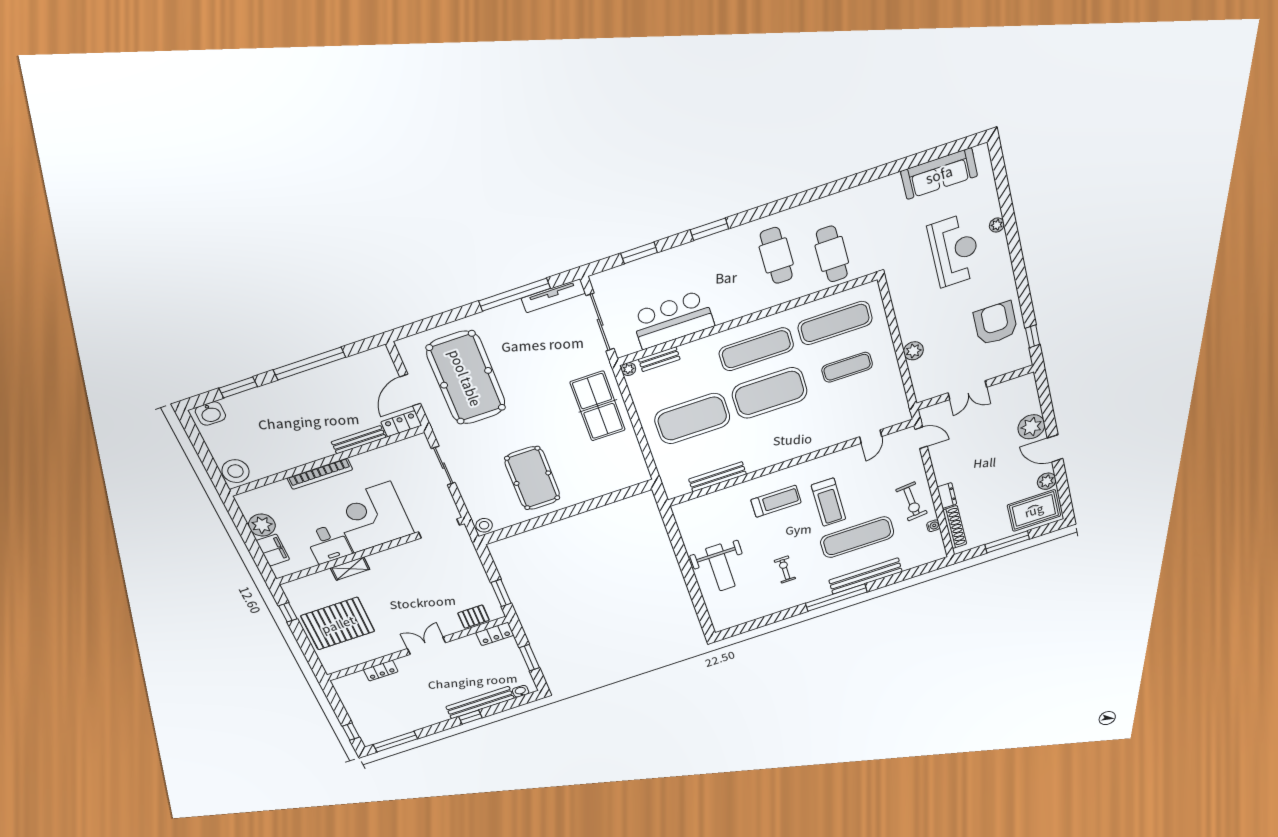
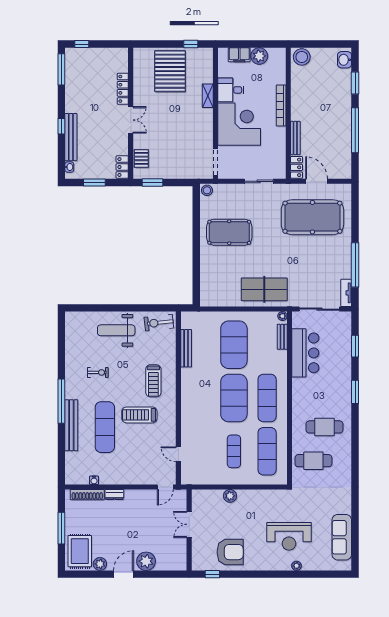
tv unit: (553, 296) -> (346, 293), width x0.71
exercise bike: (912, 501) -> (159, 323), moved
locker: (381, 671) -> (123, 89), width x1.53

